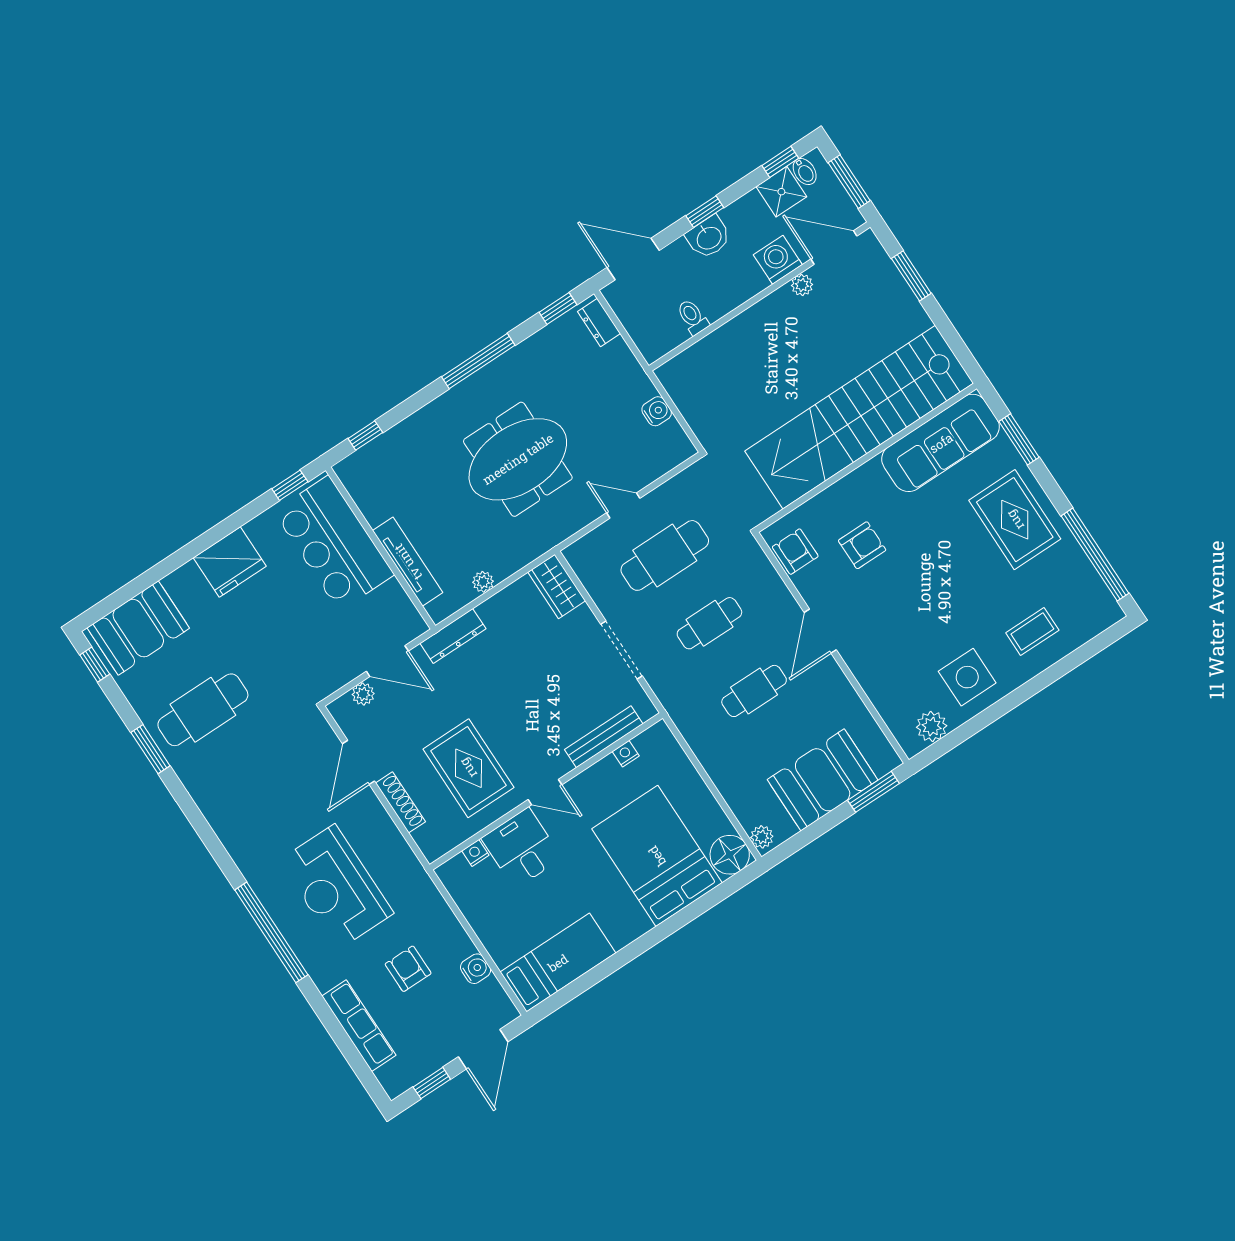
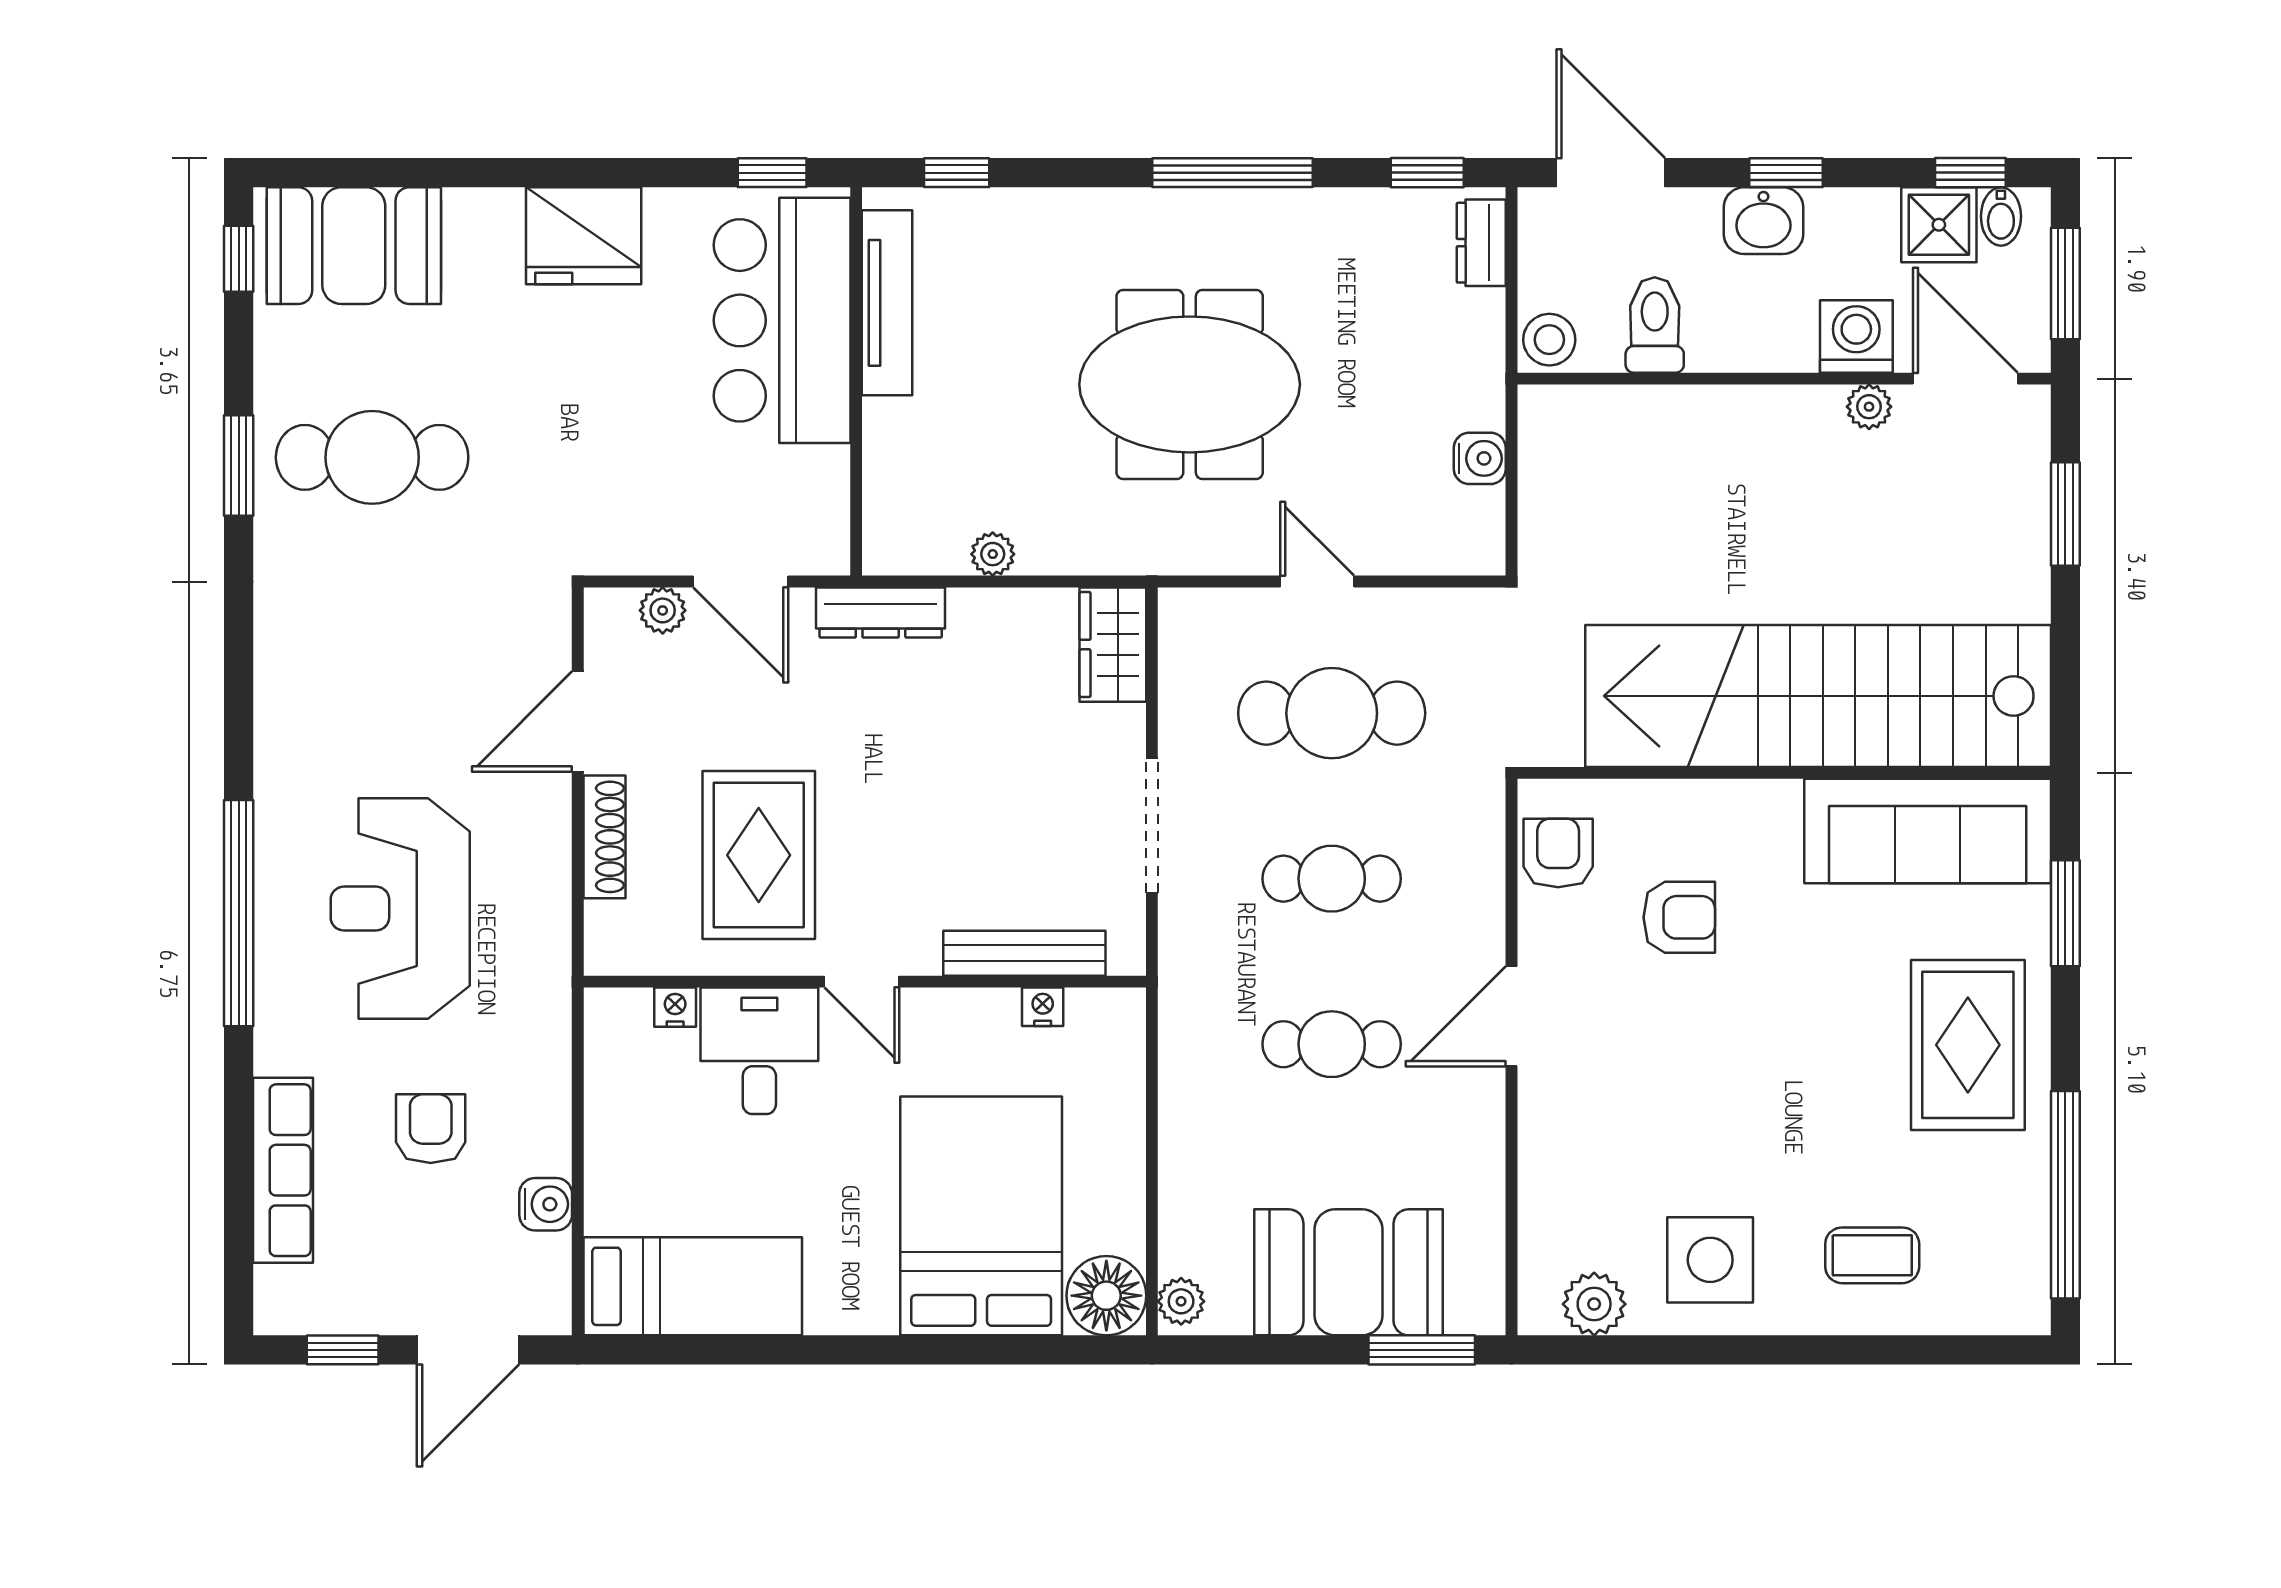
toilet: (693, 317) -> (1655, 325), width x1.37, depth x1.39
stool: (653, 344) -> (1549, 340), added
tv unit: (408, 562) -> (887, 303), moved

